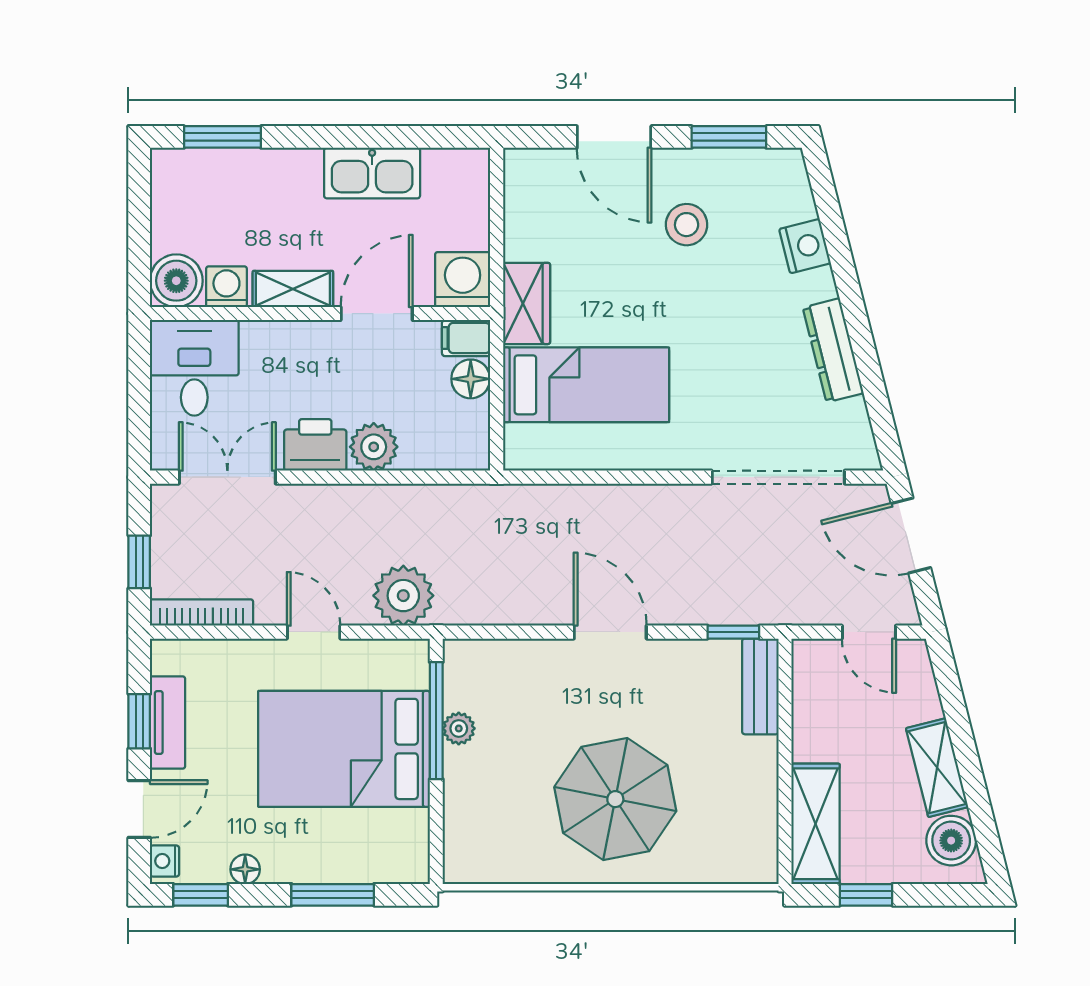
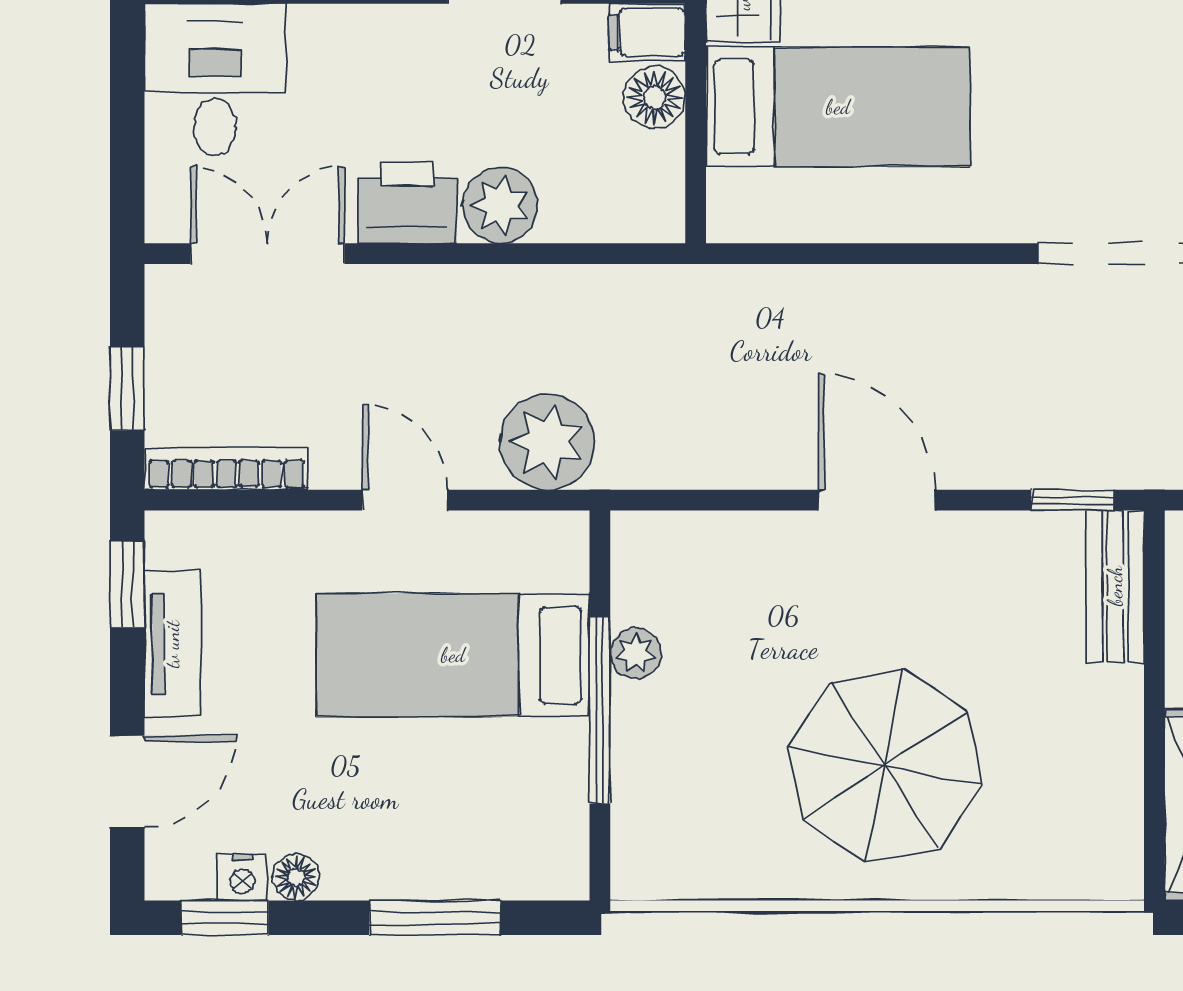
window: (139, 721) -> (127, 584), moved
window: (436, 721) -> (600, 710), moved
bed: (344, 749) -> (453, 655), width x0.67
nightstand: (165, 861) -> (242, 877), moved, turned -90

